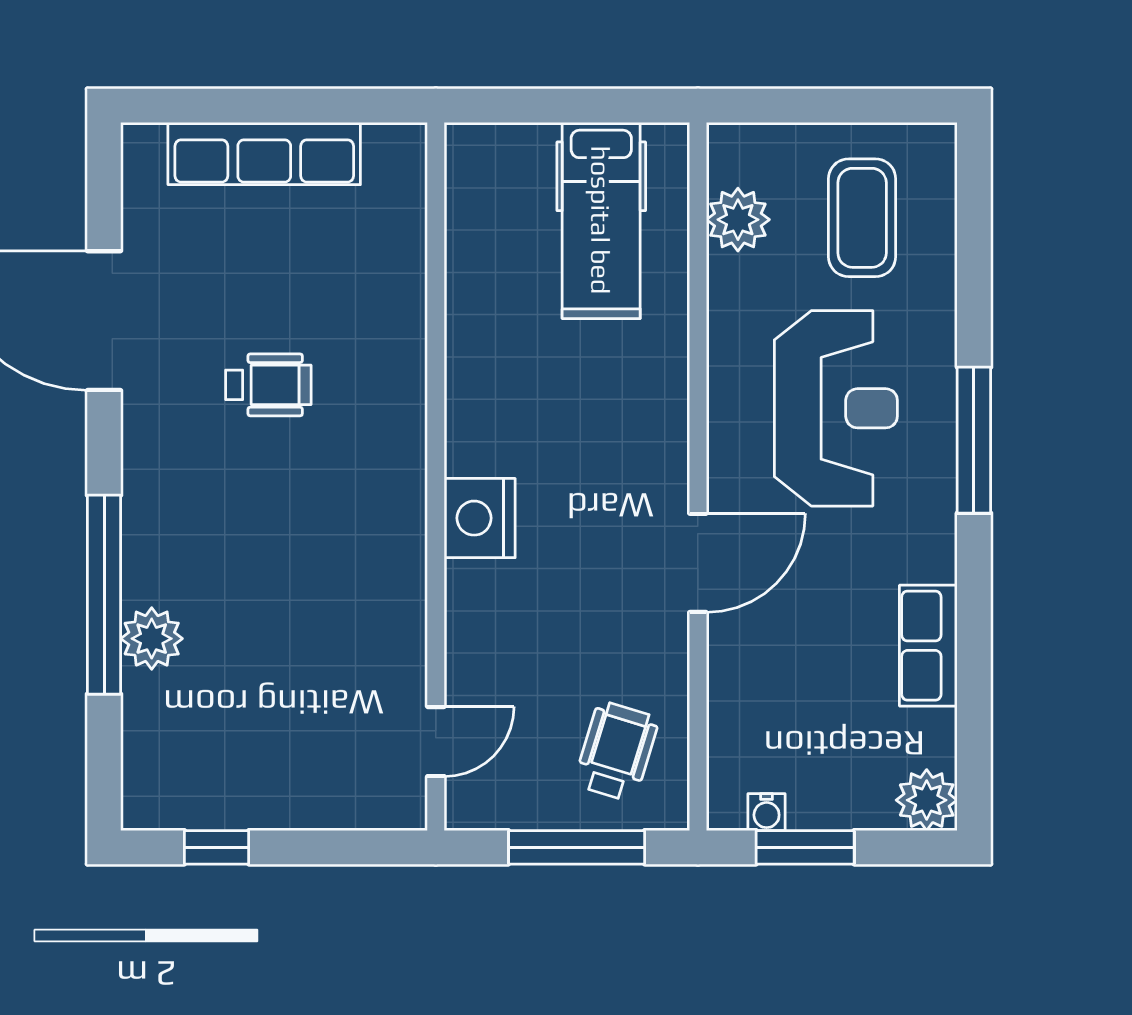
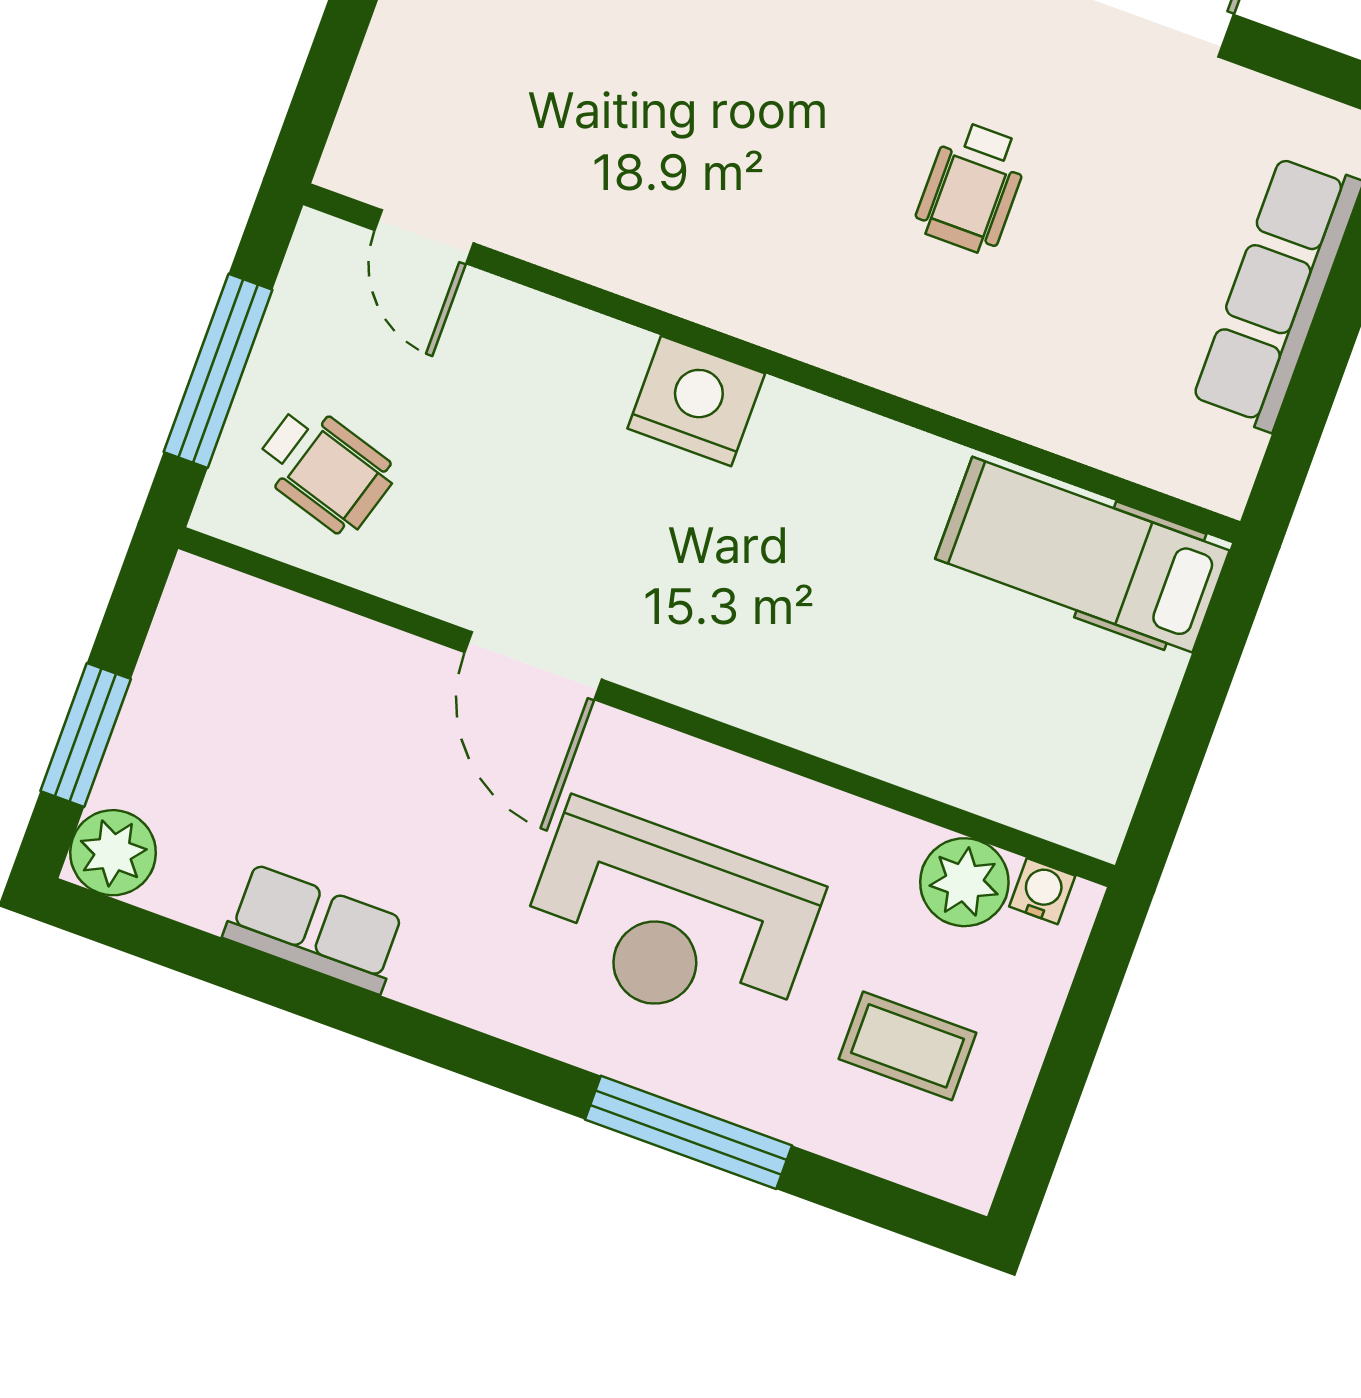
coffee table: (862, 218) -> (907, 1046), width x0.73, depth x0.77
hospital bed: (601, 220) -> (1082, 555), moved
window: (974, 440) -> (688, 1132), moved
water cooler: (767, 812) -> (1042, 891), moved, turned 90
window: (805, 847) -> (86, 735), moved

